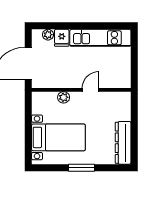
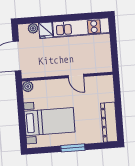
door: (91, 90) -> (76, 76), swing flipped
plant: (64, 97) -> (28, 86), moved

